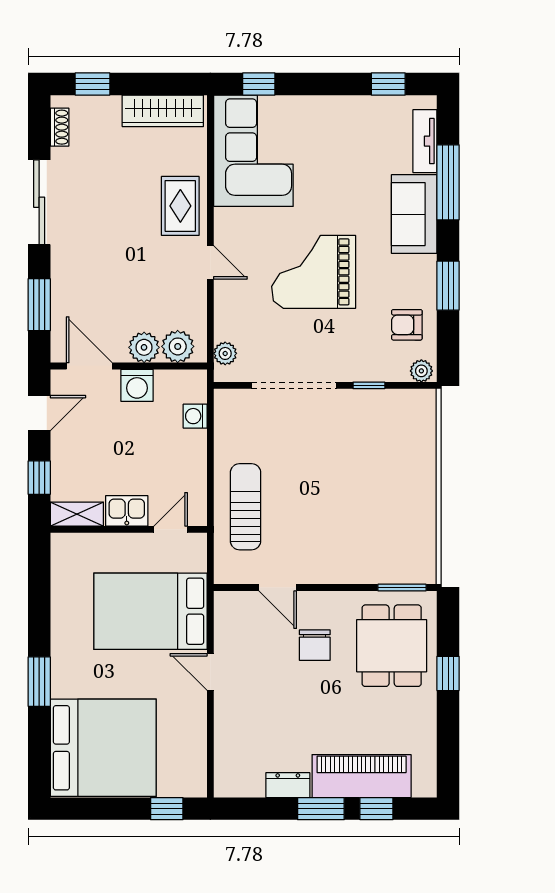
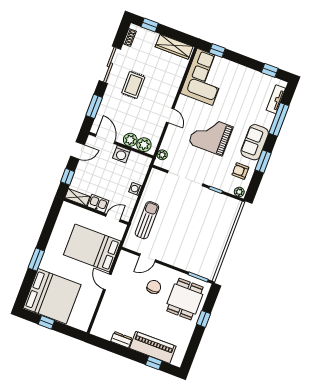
rug: (180, 206) -> (133, 85), moved
sofa: (414, 214) -> (255, 142), moved
washing machine: (195, 416) -> (135, 189), moved
door: (278, 588) -> (148, 258), hinge flipped
chair: (315, 645) -> (154, 287), turned 180
window: (167, 809) -> (46, 322), moved
window: (321, 809) -> (131, 354), removed

